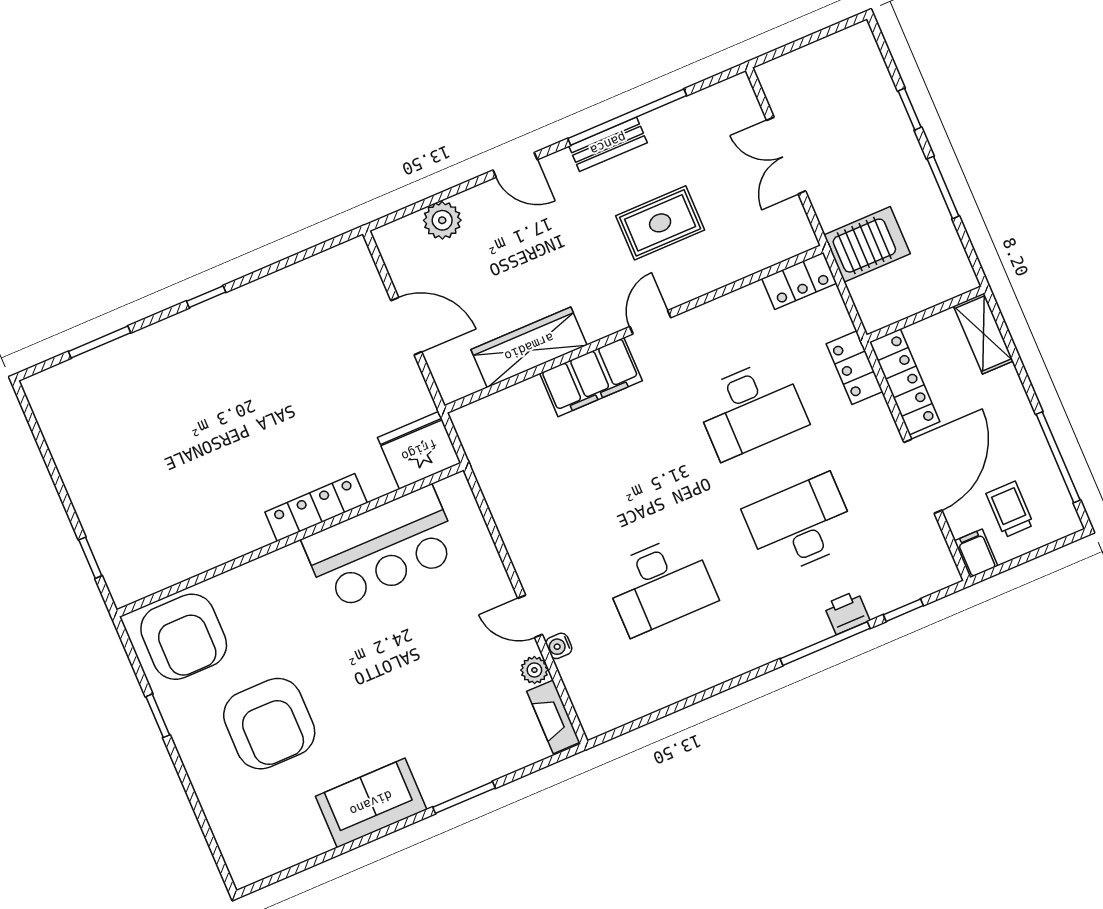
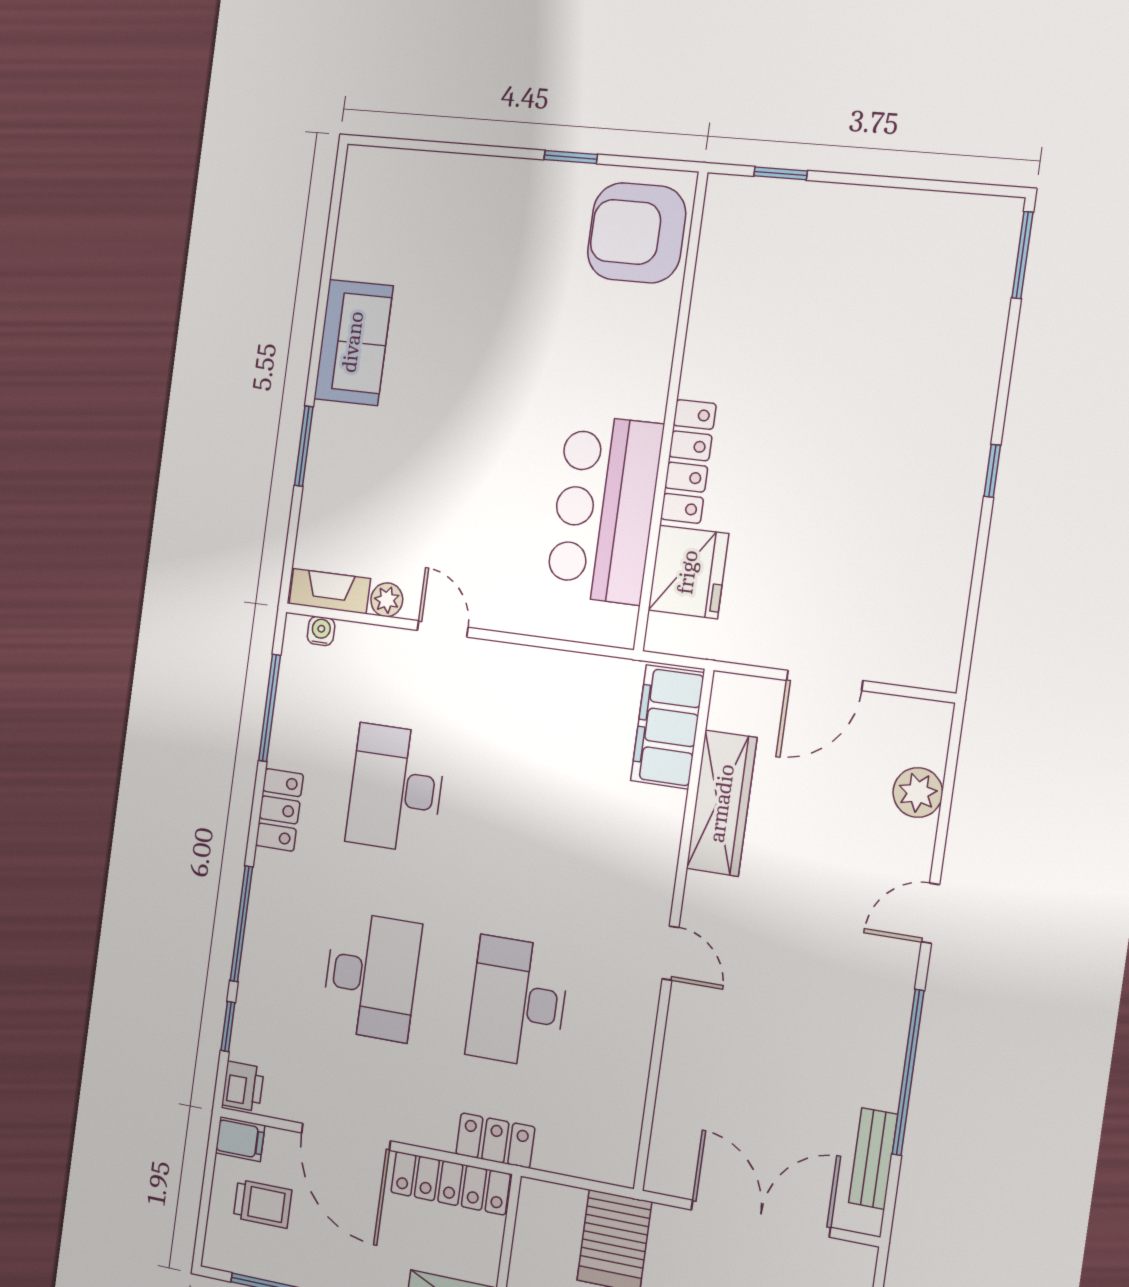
bench: (608, 144) -> (873, 1158), moved
double door: (786, 156) -> (760, 1219), width x1.37
rug: (660, 223) -> (770, 1033), removed
locker: (799, 281) -> (279, 810), moved, turned 180
window: (100, 342) -> (1022, 255), moved
filing cabinet: (591, 377) -> (667, 727), moved
fridge: (419, 450) -> (688, 572), moved
printer: (847, 612) -> (243, 1086), moved
door: (530, 616) -> (443, 629), hinge flipped
water cooler: (559, 646) -> (321, 631), moved
window: (661, 713) -> (270, 708), added
armchair: (269, 724) -> (494, 277), removed

